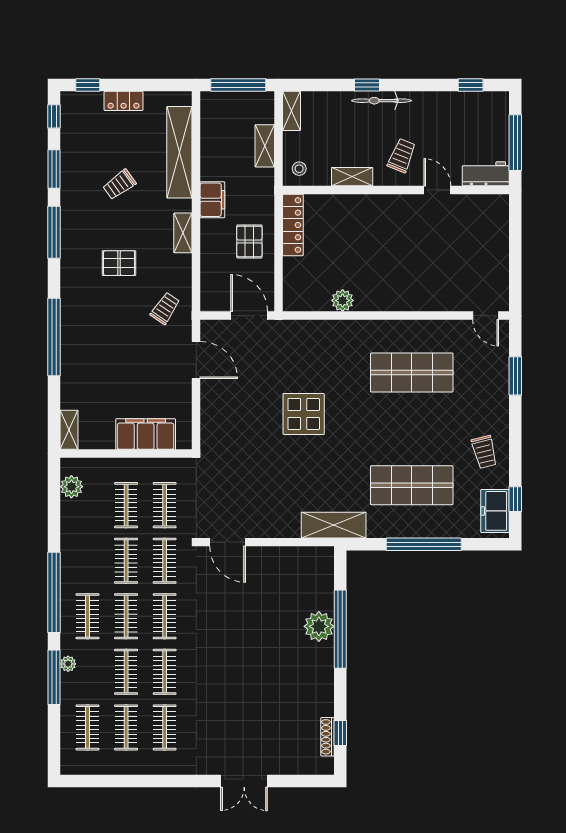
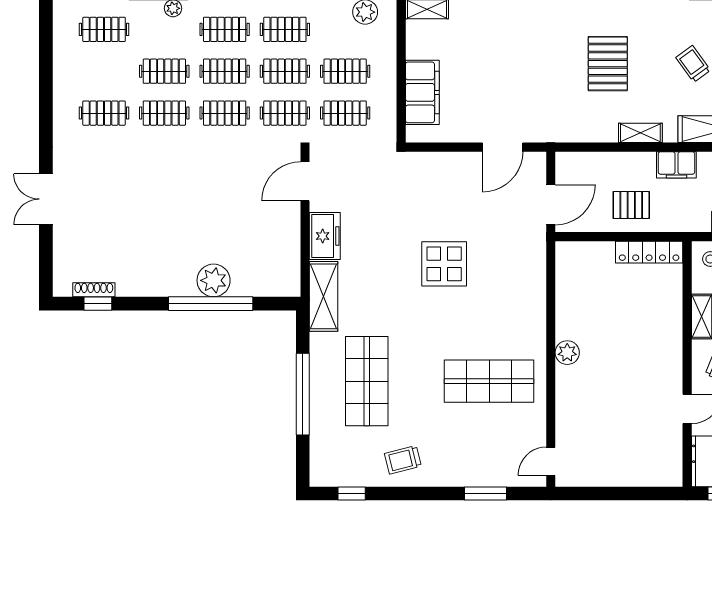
pallet: (119, 263) -> (608, 64), width x1.50, depth x1.42
plant: (343, 300) -> (567, 353), moved
trolley: (165, 308) -> (559, 114), removed
shop shelf: (412, 373) -> (489, 381), turned 90
freezer: (495, 511) -> (325, 236), moved, turned 90
clothes rail: (126, 727) -> (285, 29), moved

